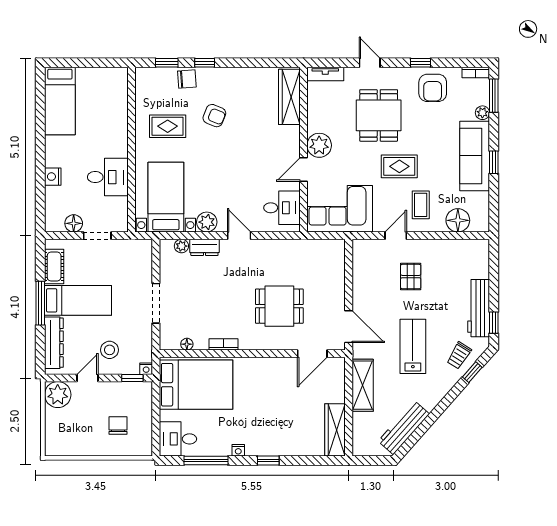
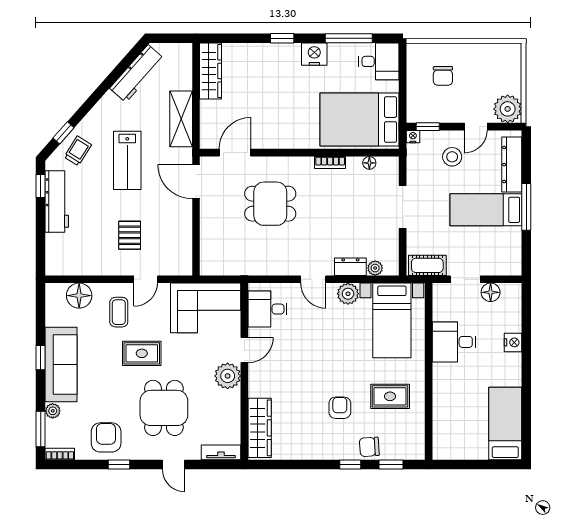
armchair: (214, 116) -> (340, 408), turned 68
cot: (54, 267) -> (427, 265), moved, turned 90
nightstand: (238, 450) -> (314, 54), width x1.89, depth x1.79

